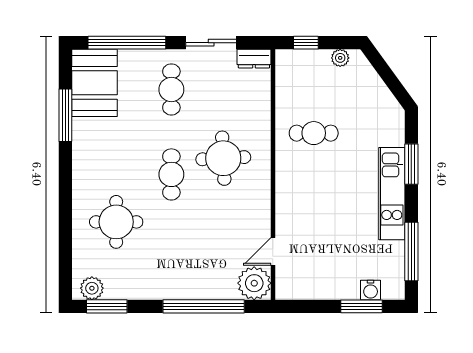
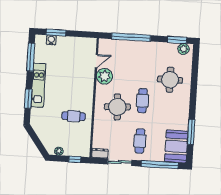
plant: (254, 283) -> (104, 76), moved

